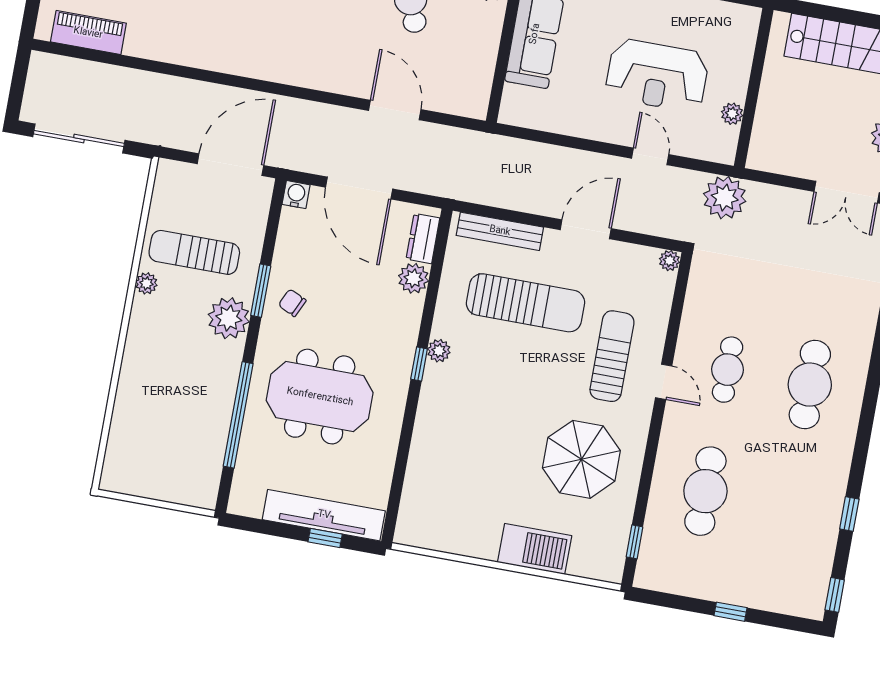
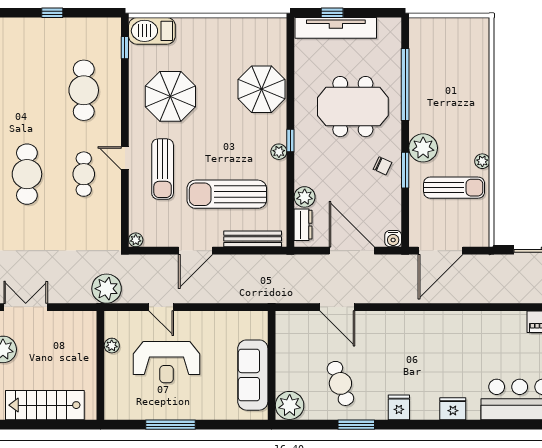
reception desk: (657, 75) -> (167, 362), turned 180
parasol: (447, 446) -> (262, 89), added
barbecue: (535, 549) -> (152, 31), moved

